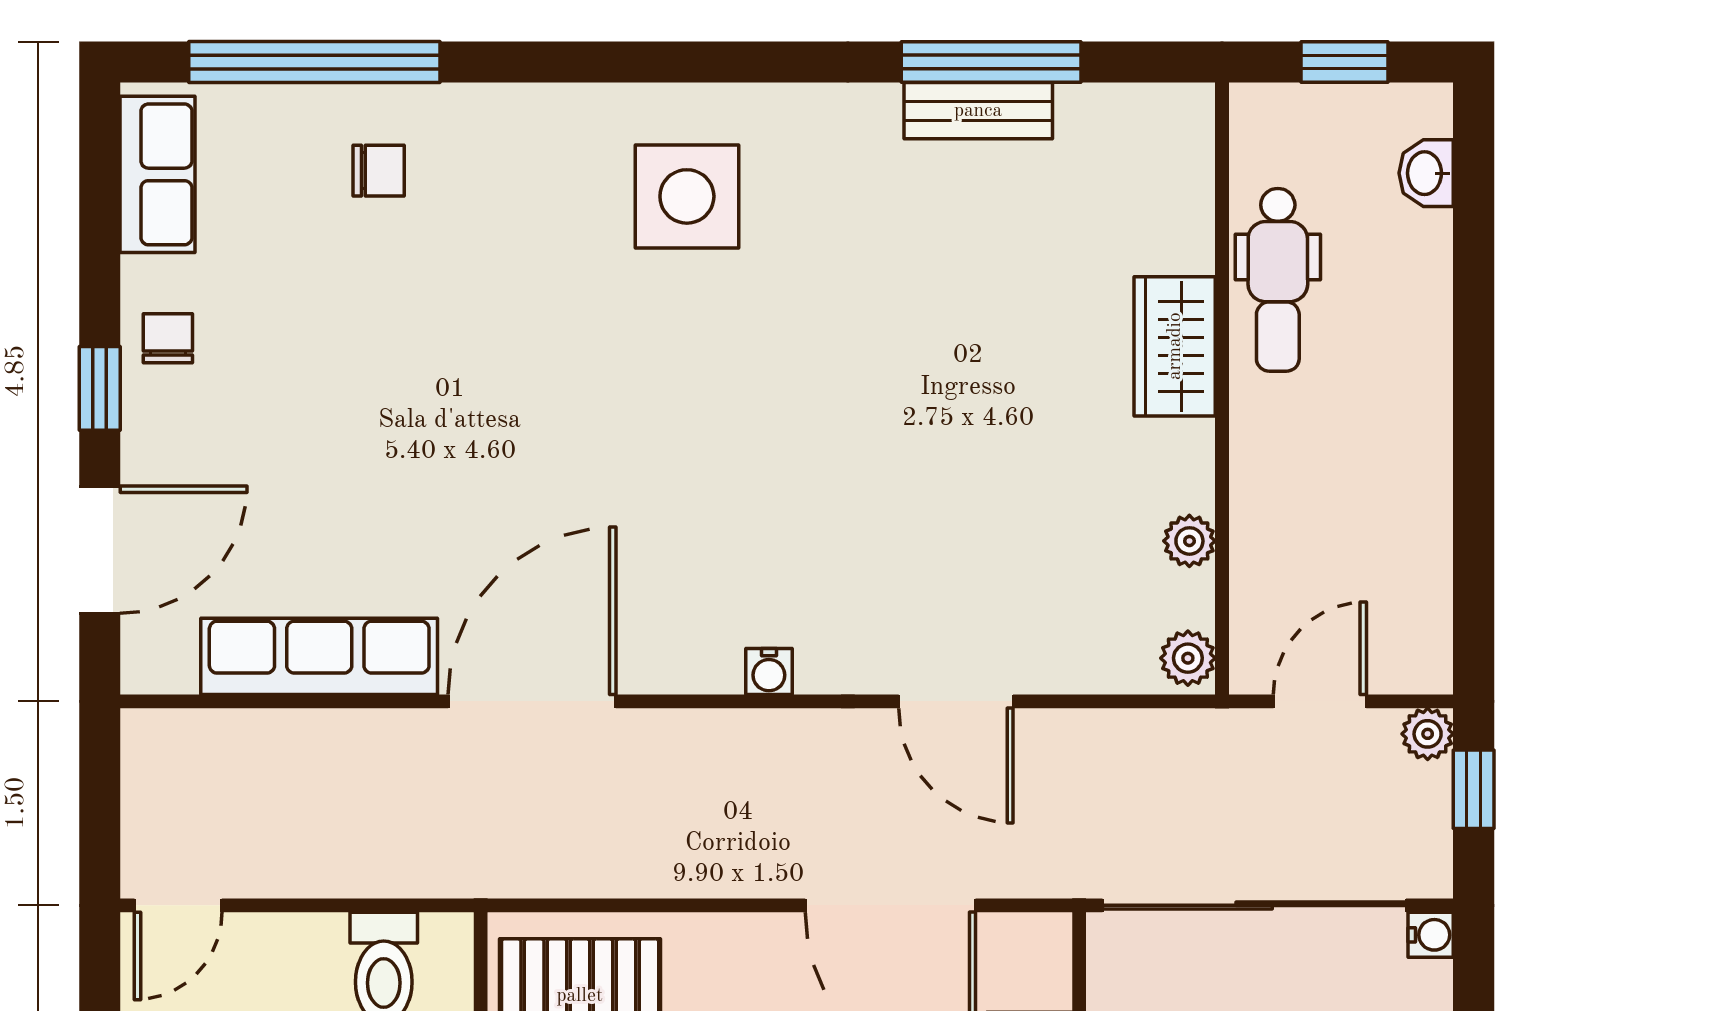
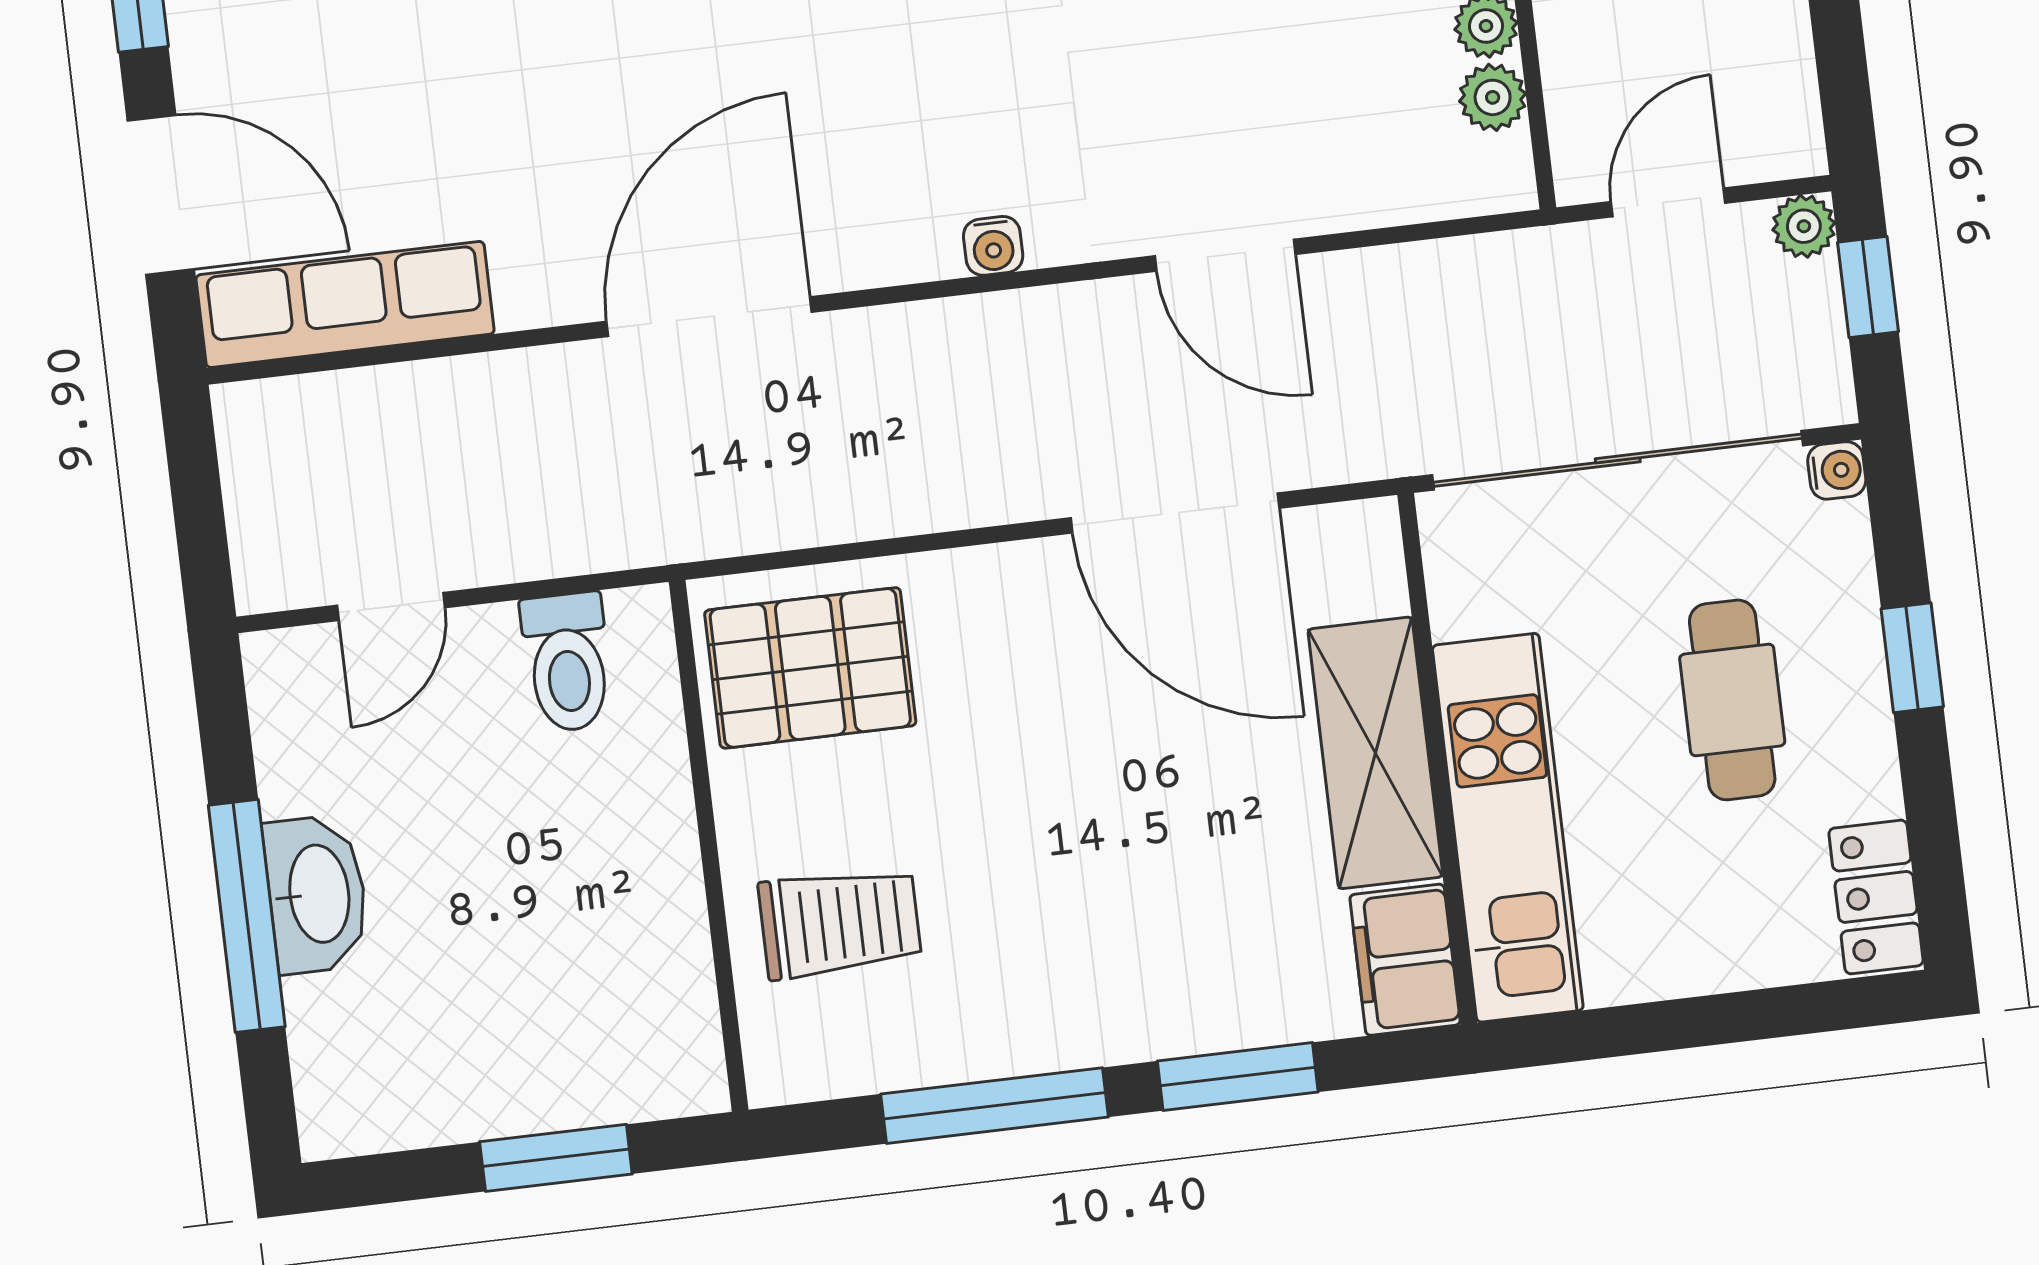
door: (100, 550) -> (161, 195), hinge flipped
row of seats: (319, 656) -> (345, 304), moved
plant: (1188, 658) -> (1493, 97), moved
door: (178, 905) -> (391, 607), moved

